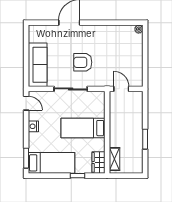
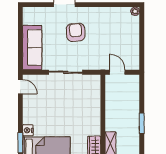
armchair: (83, 62) -> (76, 32), moved, turned 86
nightstand: (33, 126) -> (28, 130), moved
bed: (83, 128) -> (78, 112), removed

